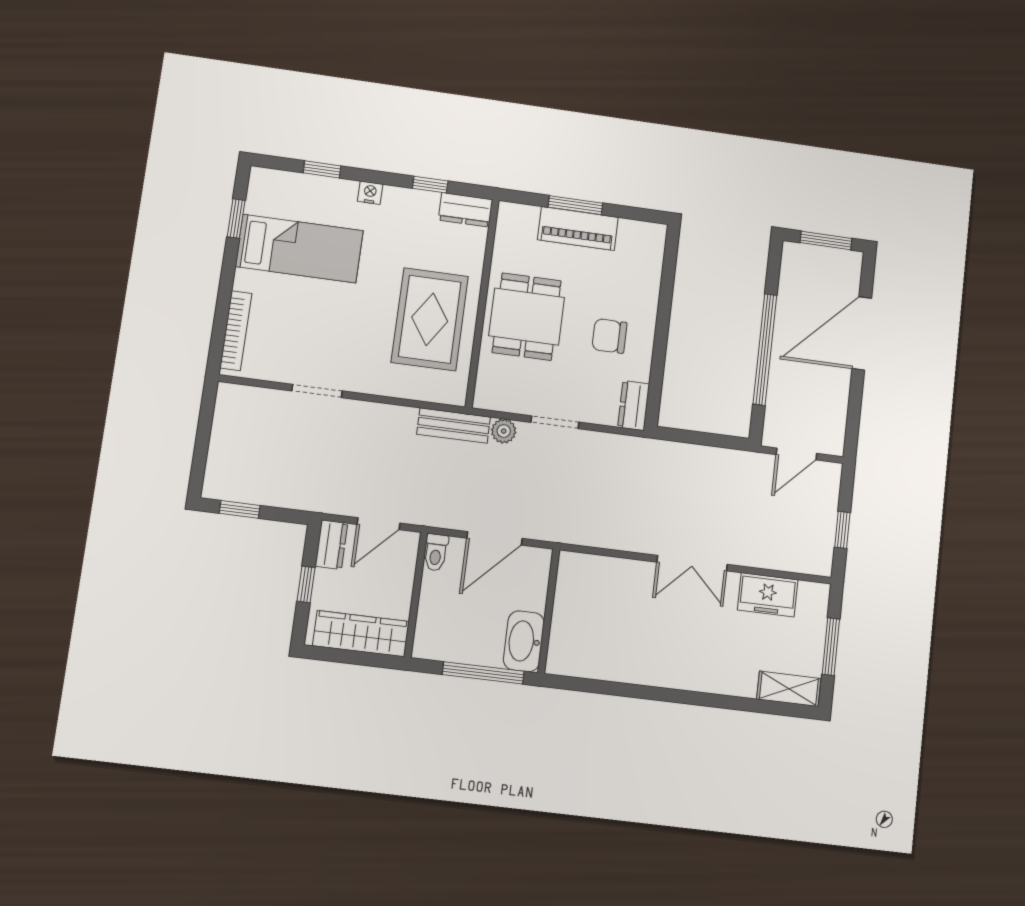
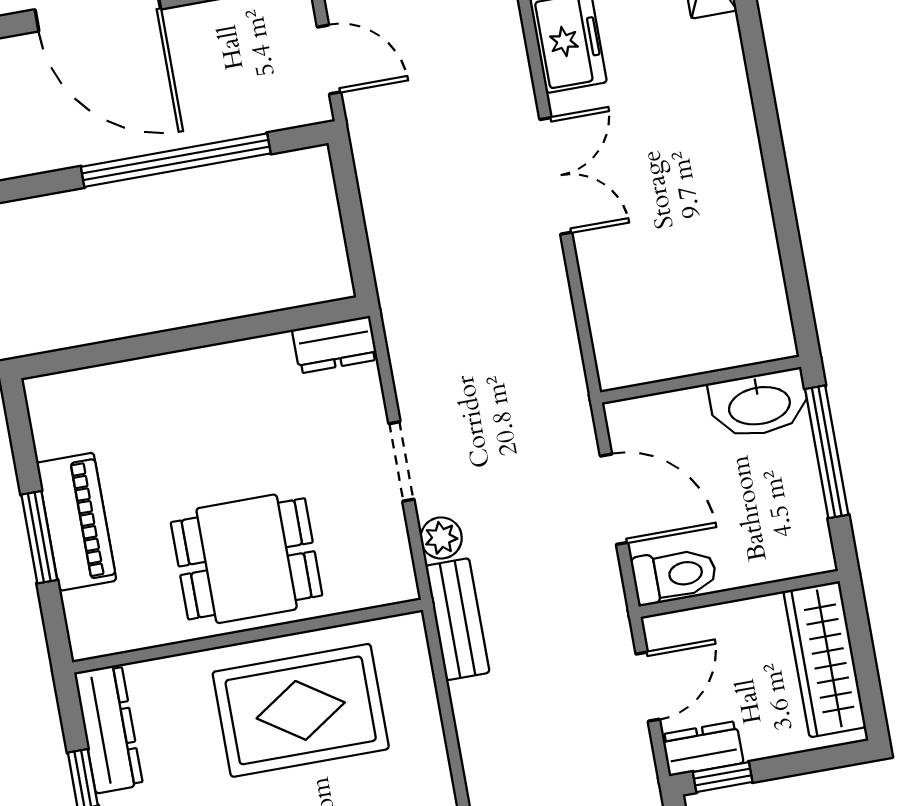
dresser: (465, 210) -> (109, 729), width x1.44
chair: (609, 336) -> (235, 417), removed
door: (379, 524) -> (648, 687), hinge flipped
toilet: (436, 552) -> (674, 575), width x1.37, depth x1.39
window: (306, 584) -> (723, 777), moved

